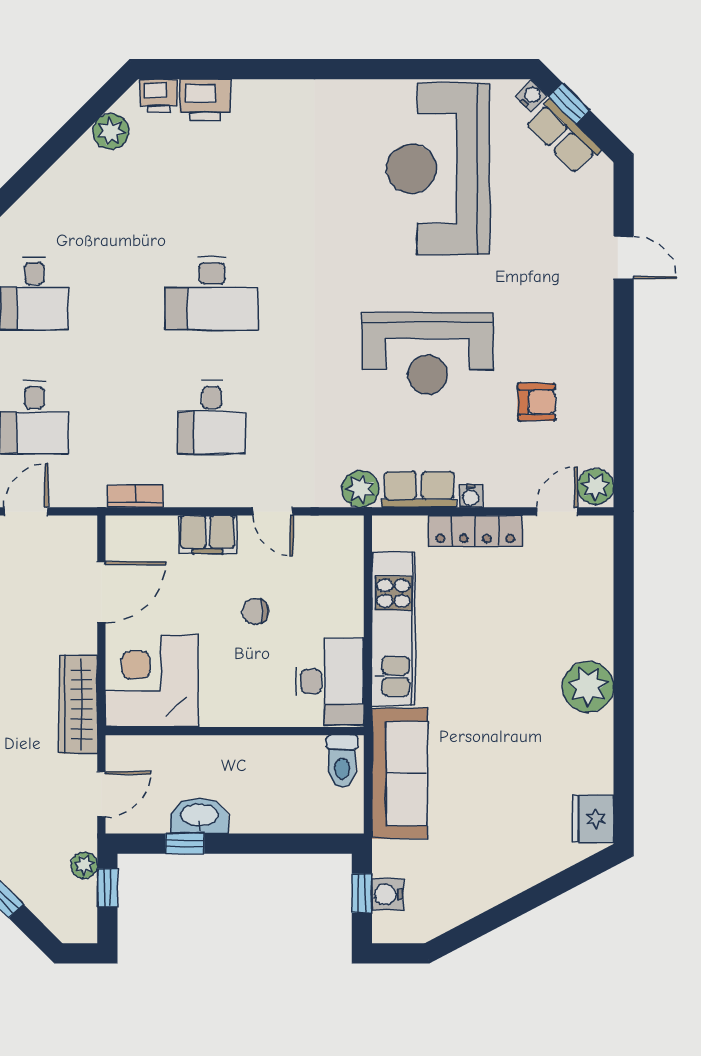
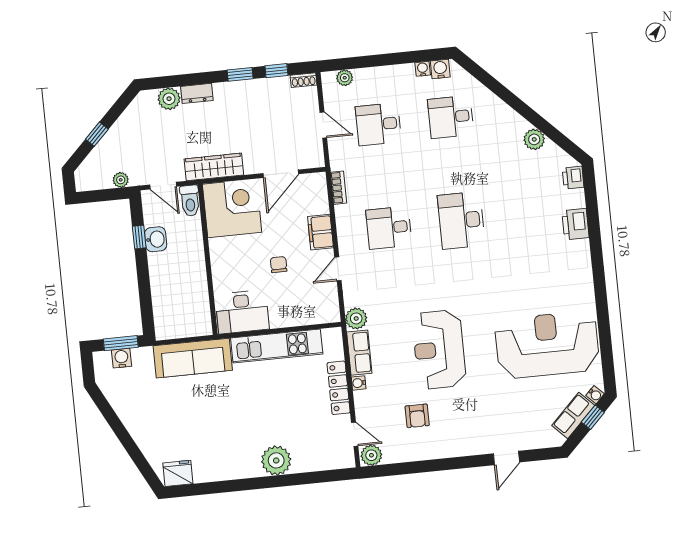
printer: (205, 100) -> (575, 224), moved
plant: (111, 131) -> (534, 139), moved
door: (101, 592) -> (281, 174), hinge flipped
plant: (588, 687) -> (276, 460), moved
toilet: (342, 761) -> (190, 201), moved, turned -90
washbasin: (199, 816) -> (156, 239), width x0.72
window: (107, 888) -> (109, 195), removed
window: (362, 893) -> (121, 343), width x1.50

